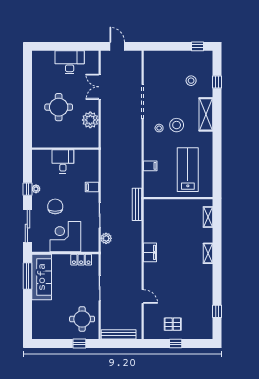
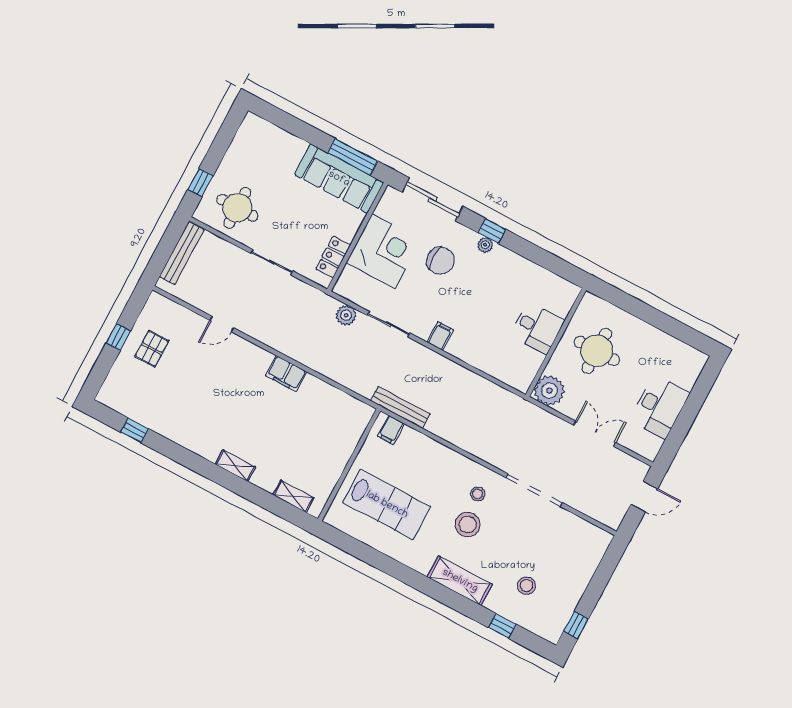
wall: (65, 149) -> (556, 342), moved
desk: (63, 161) -> (537, 328), moved
filing cabinet: (150, 166) -> (391, 430), moved
bench: (137, 204) -> (400, 407), moved

